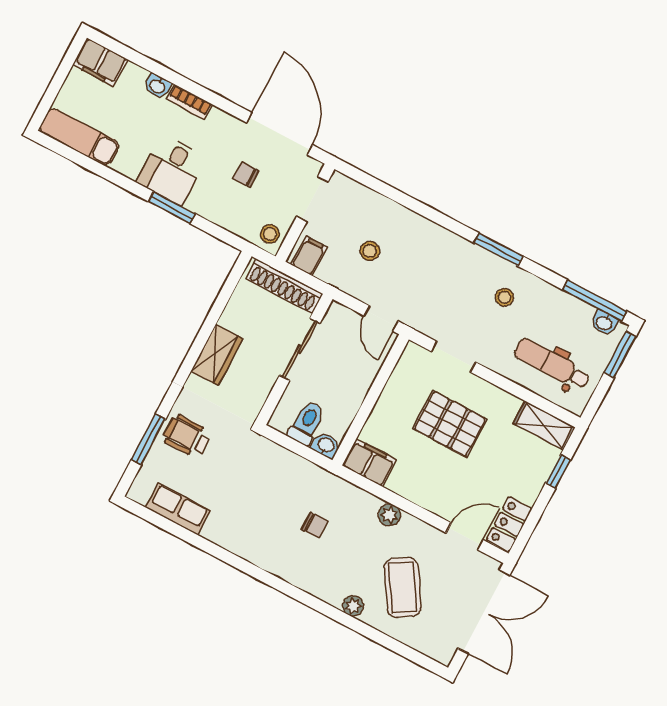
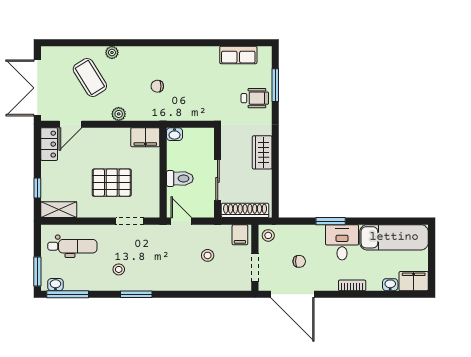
washbasin: (157, 86) -> (390, 285), moved
exam couch: (79, 137) -> (394, 237), width x1.36, depth x1.45
toilet: (307, 423) -> (180, 179), moved, turned -90

